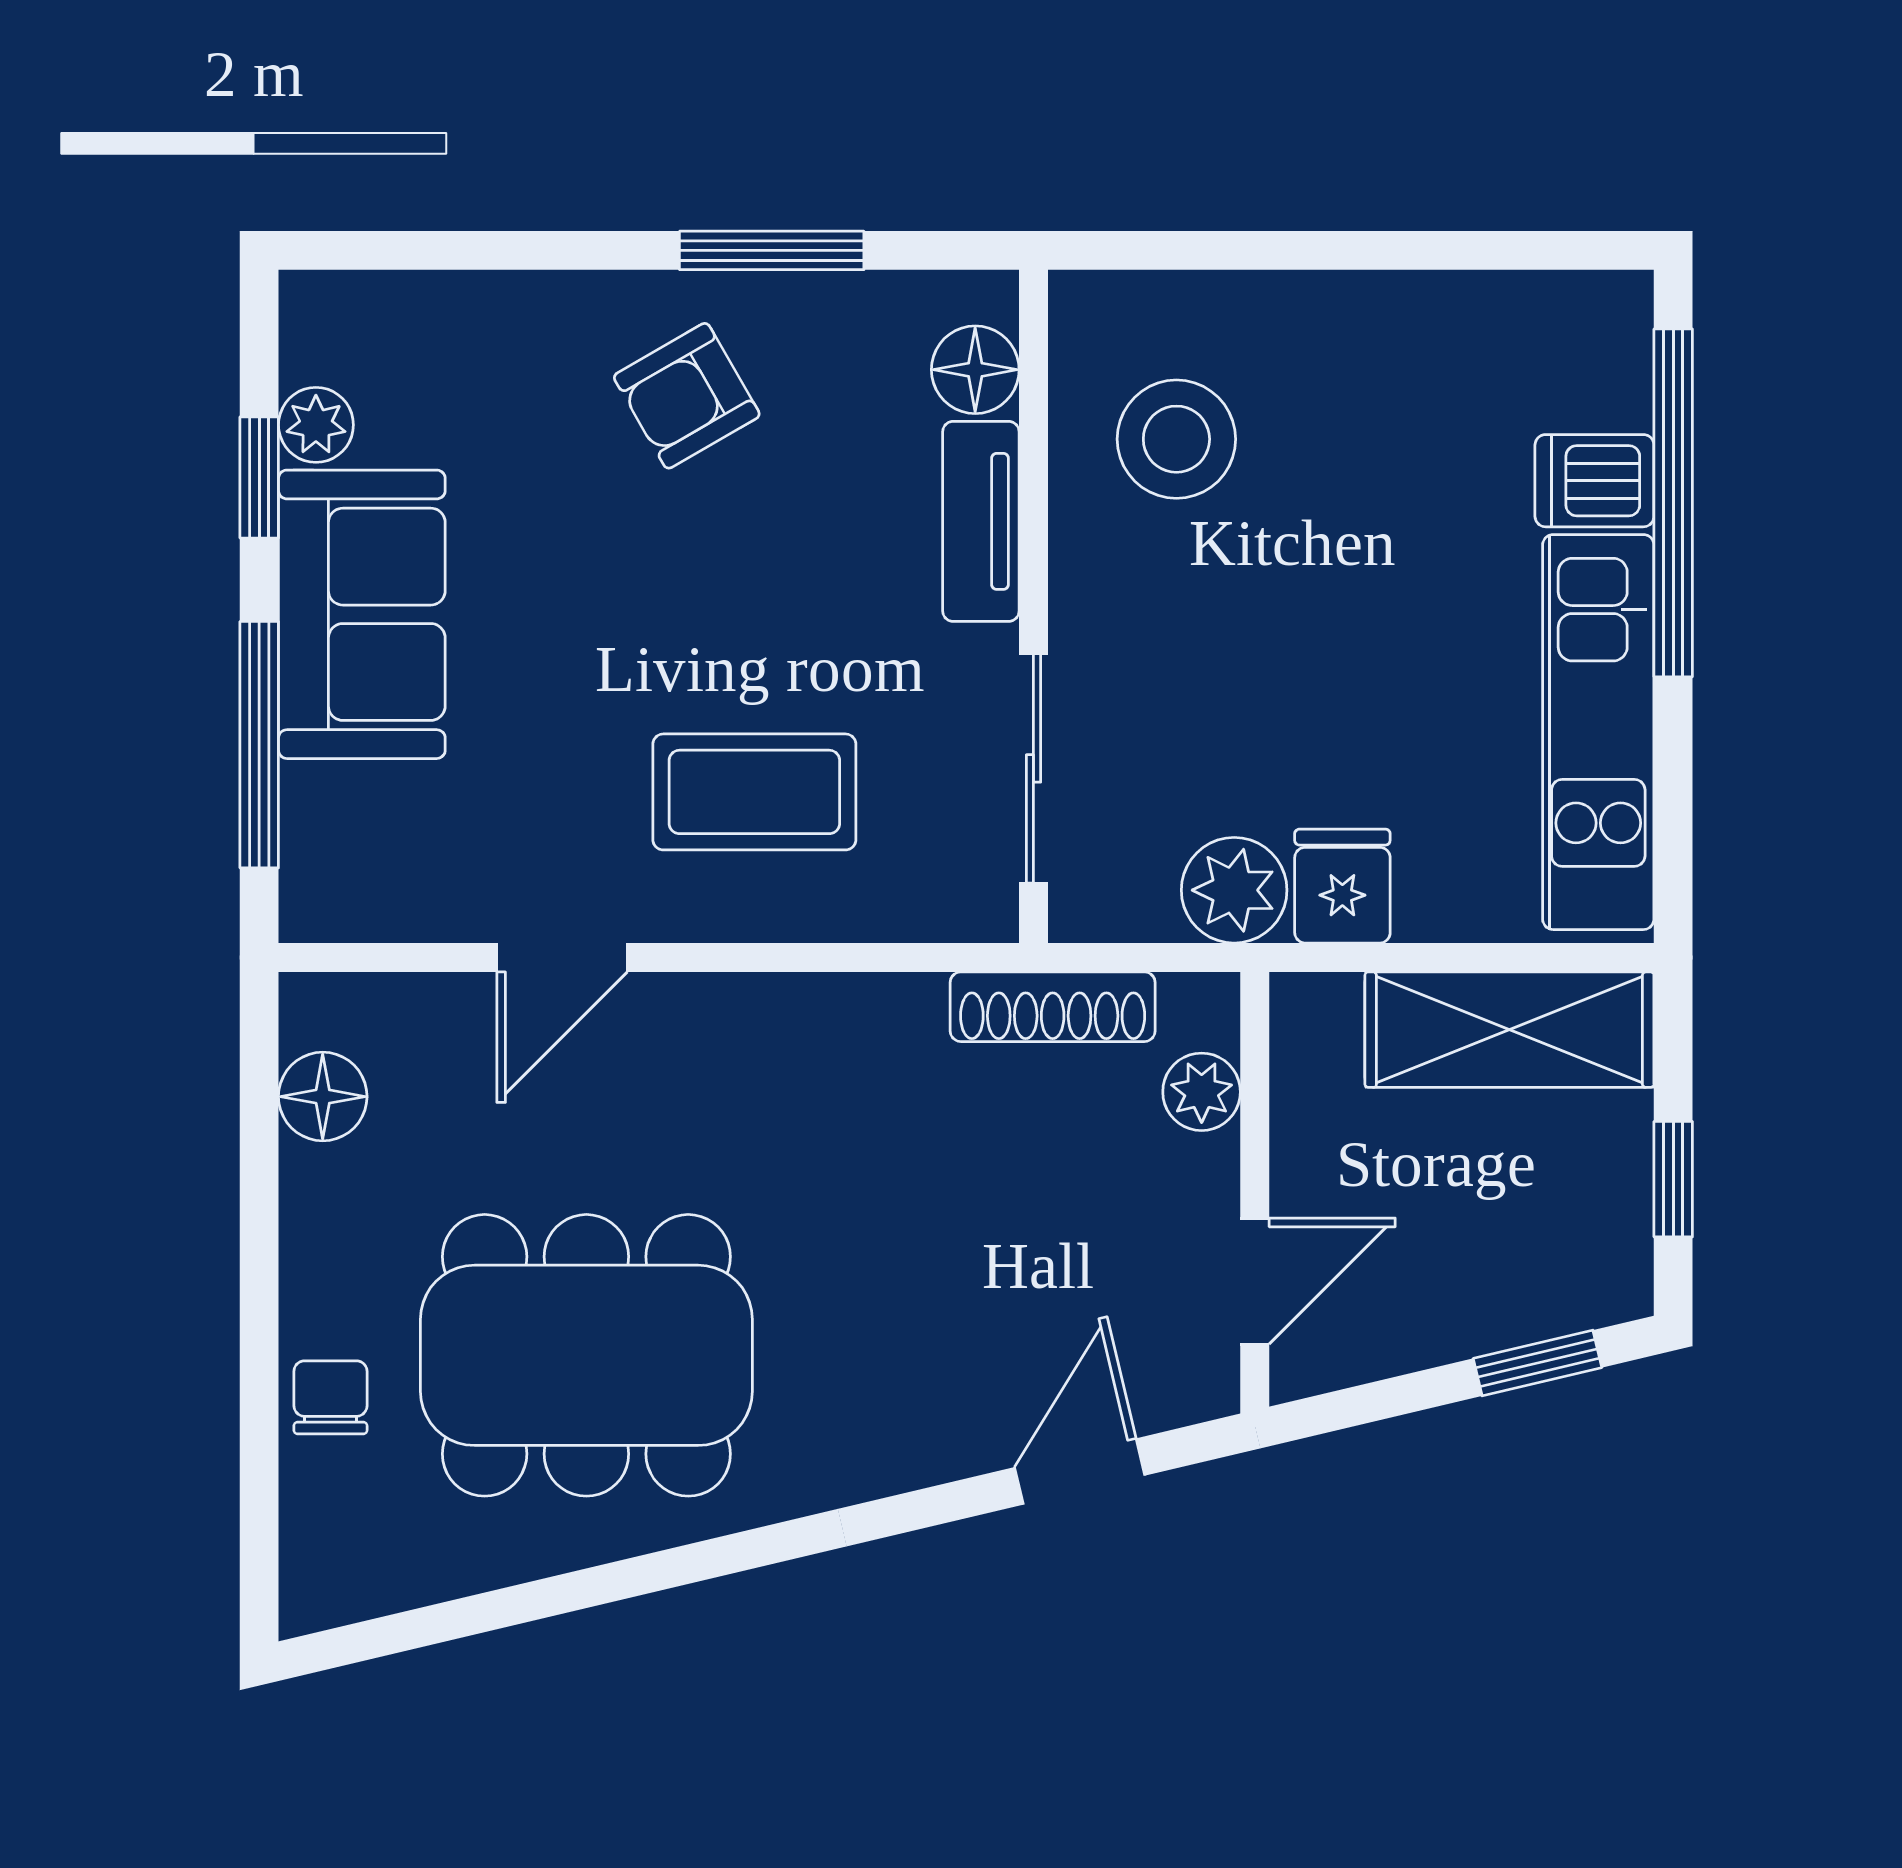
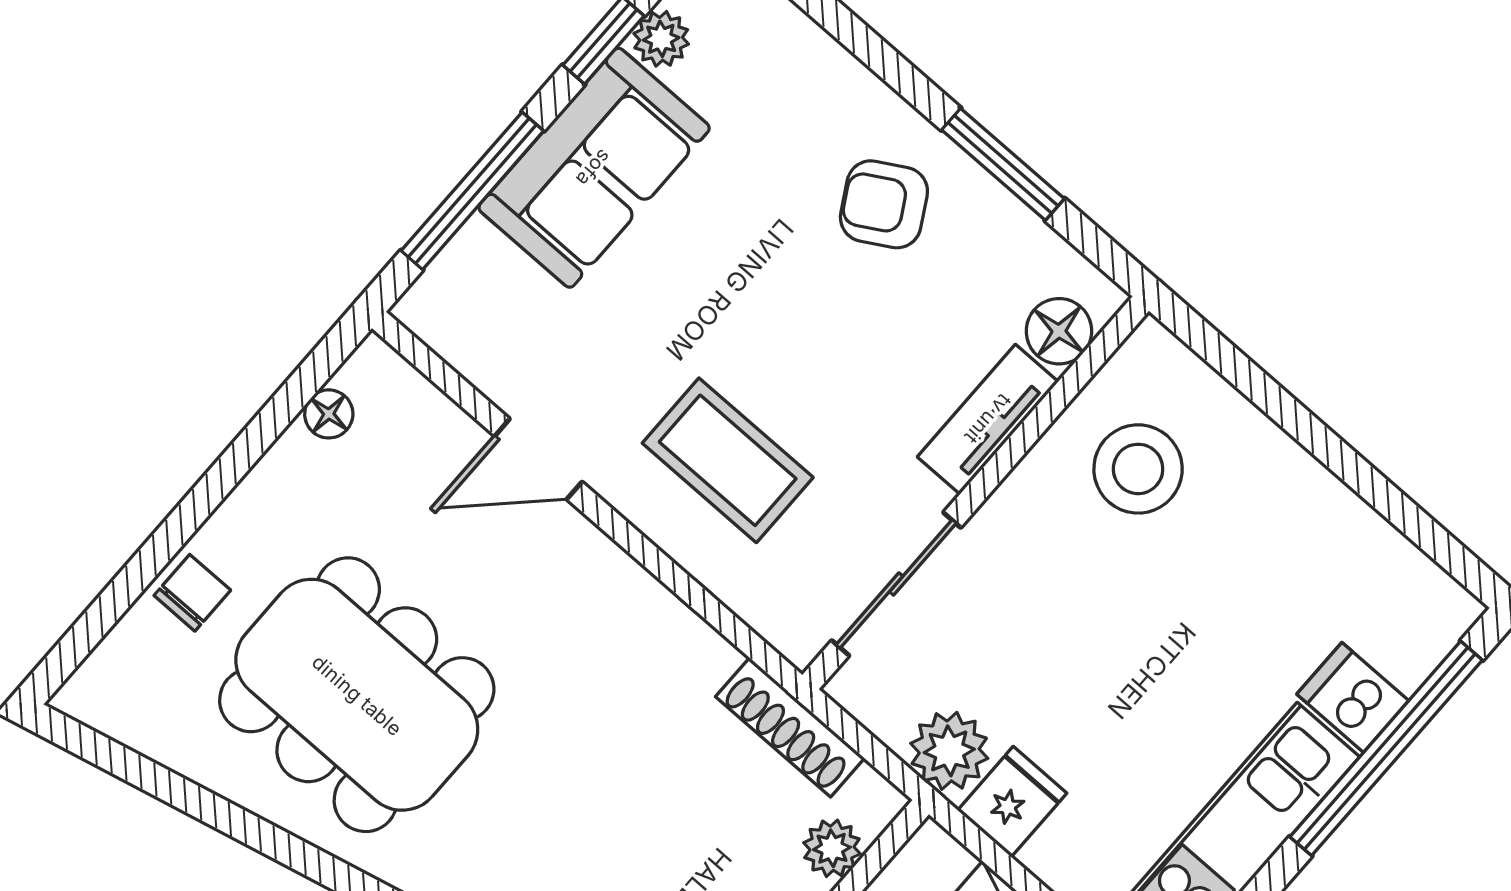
floor lamp: (323, 1097) -> (329, 414), width x0.73, depth x0.73

